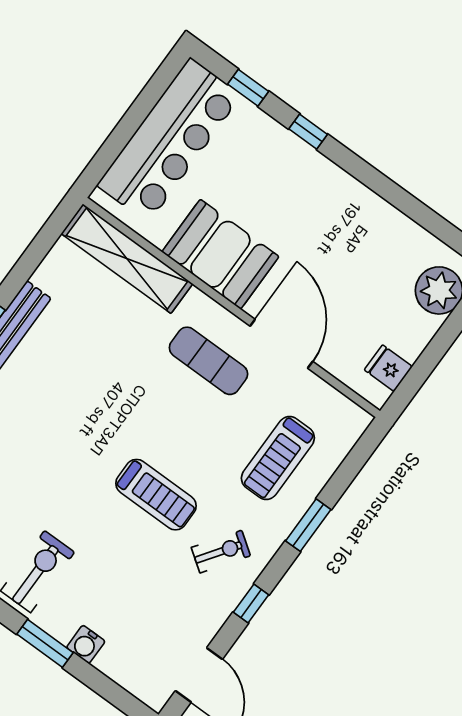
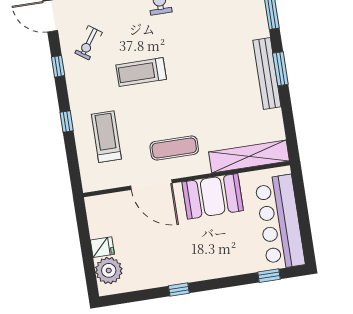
window: (308, 132) -> (179, 290), moved
fridge: (388, 368) -> (102, 247), moved
window: (308, 525) -> (67, 121), width x0.67
exercise bike: (221, 552) -> (89, 43), moved

